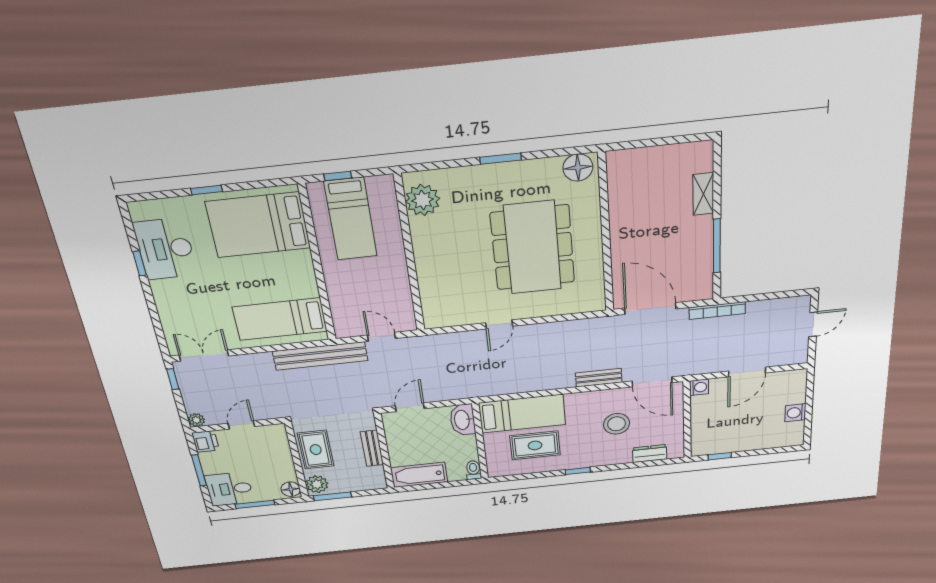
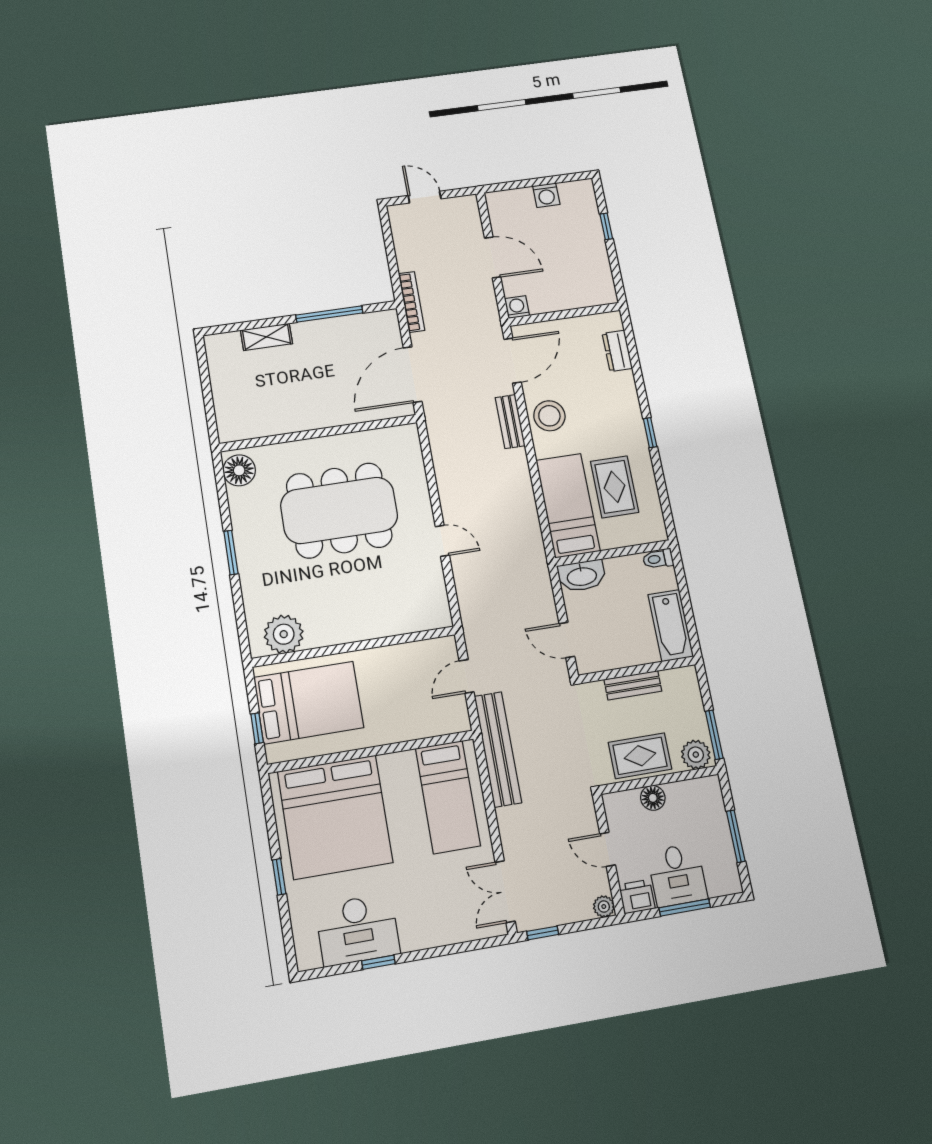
bed: (351, 219) -> (309, 703), width x1.50
bed: (258, 225) -> (335, 817), width x1.36
stool: (617, 424) -> (549, 416), moved
window: (720, 456) -> (606, 226), moved
desk: (229, 489) -> (677, 875), moved
floor lamp: (291, 489) -> (653, 798), moved

